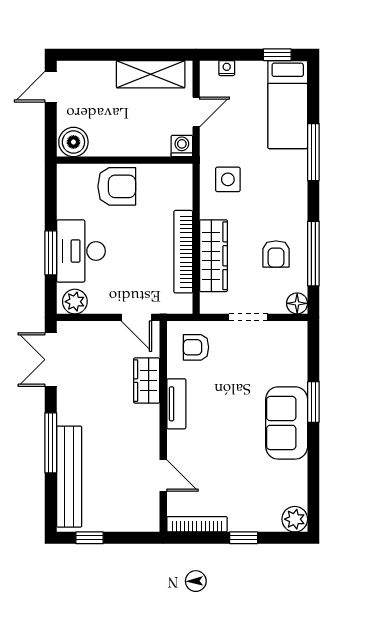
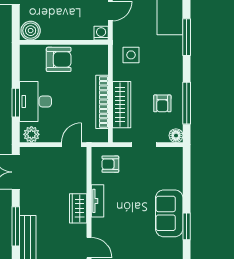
door: (136, 317) -> (71, 145), swing flipped
wardrobe: (147, 381) -> (78, 208), moved
window: (313, 402) -> (187, 226), moved

